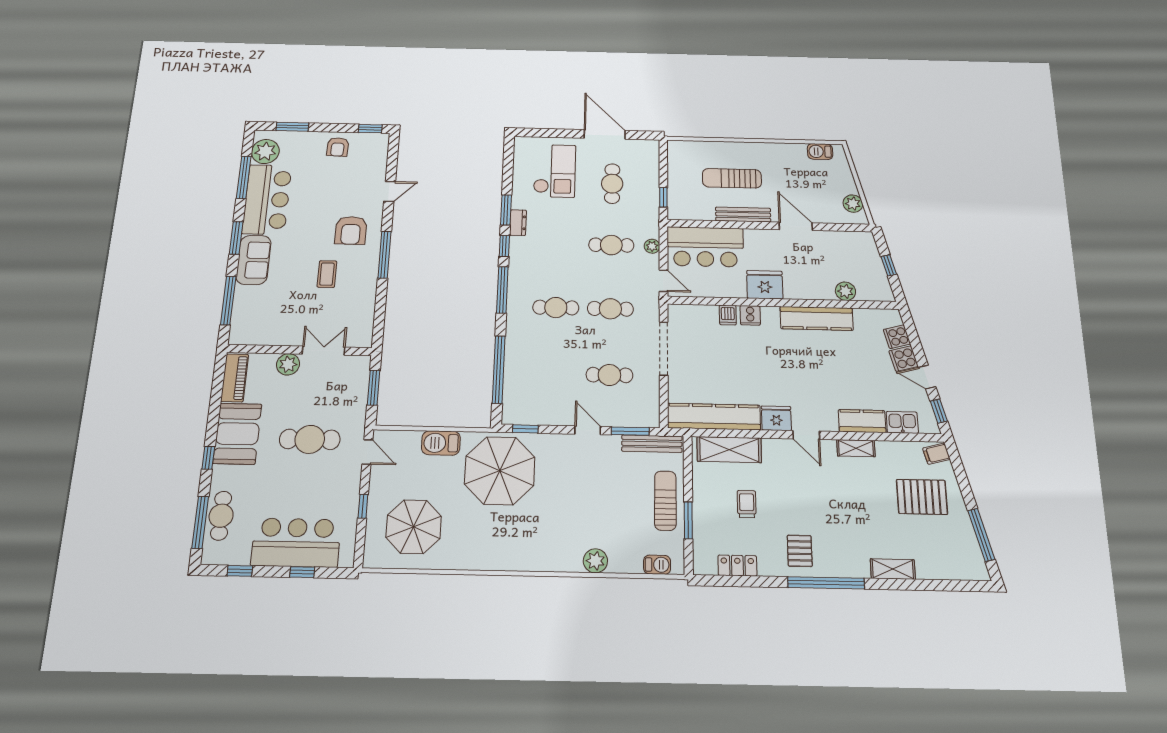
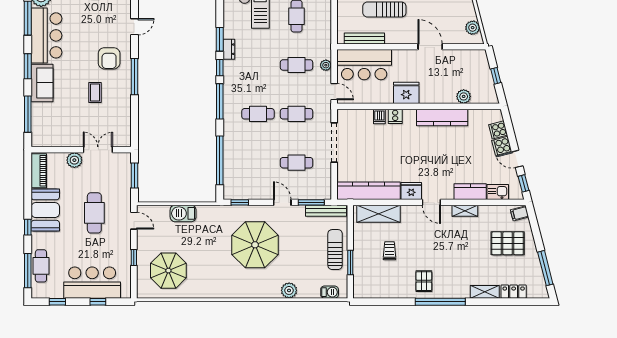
window: (663, 197) -> (334, 26), removed
bench: (743, 215) -> (364, 39), moved
cafe table: (310, 439) -> (94, 213), turned 90
parasol: (500, 471) -> (255, 245), moved
locker: (737, 566) -> (514, 292), moved

